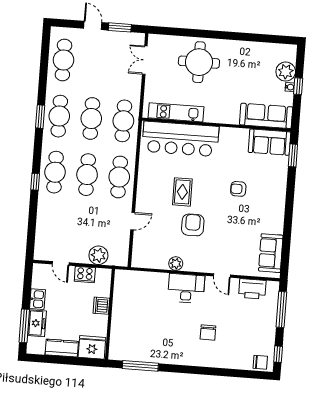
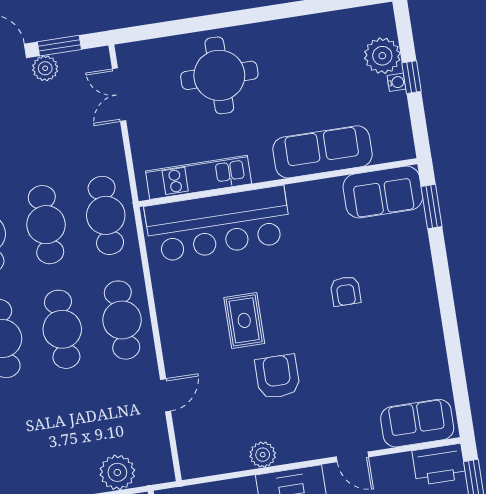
plant: (110, 37) -> (45, 68), added
sofa: (266, 116) -> (322, 152), moved
armchair: (238, 189) -> (346, 291), turned -90
sofa: (271, 253) -> (417, 423), moved, turned 90
printer: (252, 289) -> (439, 464), moved

